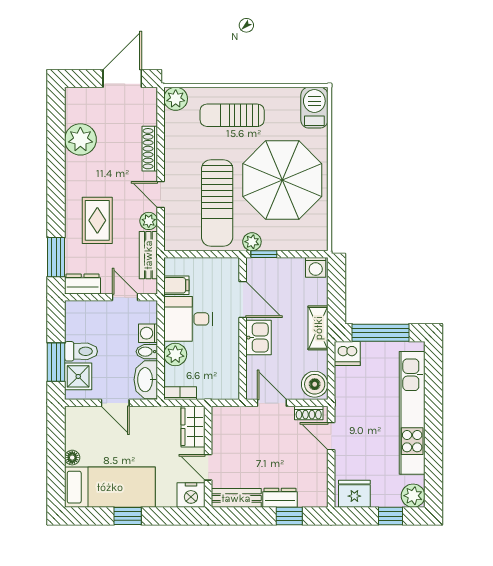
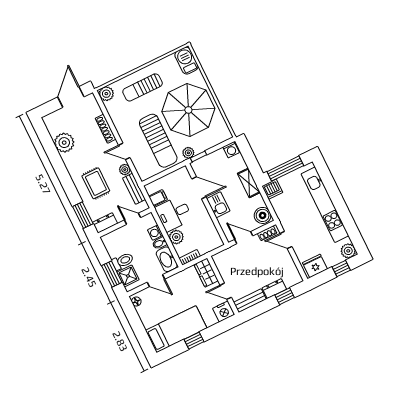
floor lamp: (72, 458) -> (136, 302), moved

